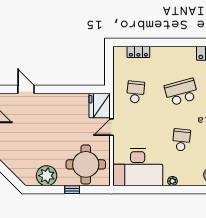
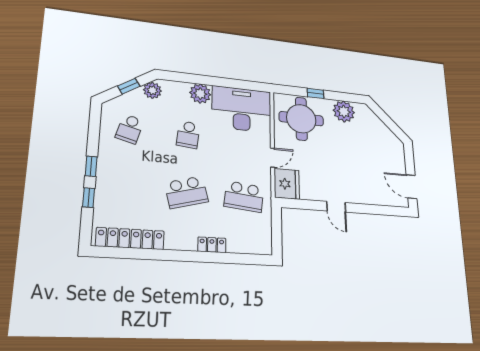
locker: (138, 52) -> (212, 245), moved
door: (26, 89) -> (336, 207), moved
school desk: (135, 92) -> (244, 197), width x1.85
plant: (172, 181) -> (200, 94), width x1.87, depth x1.87

